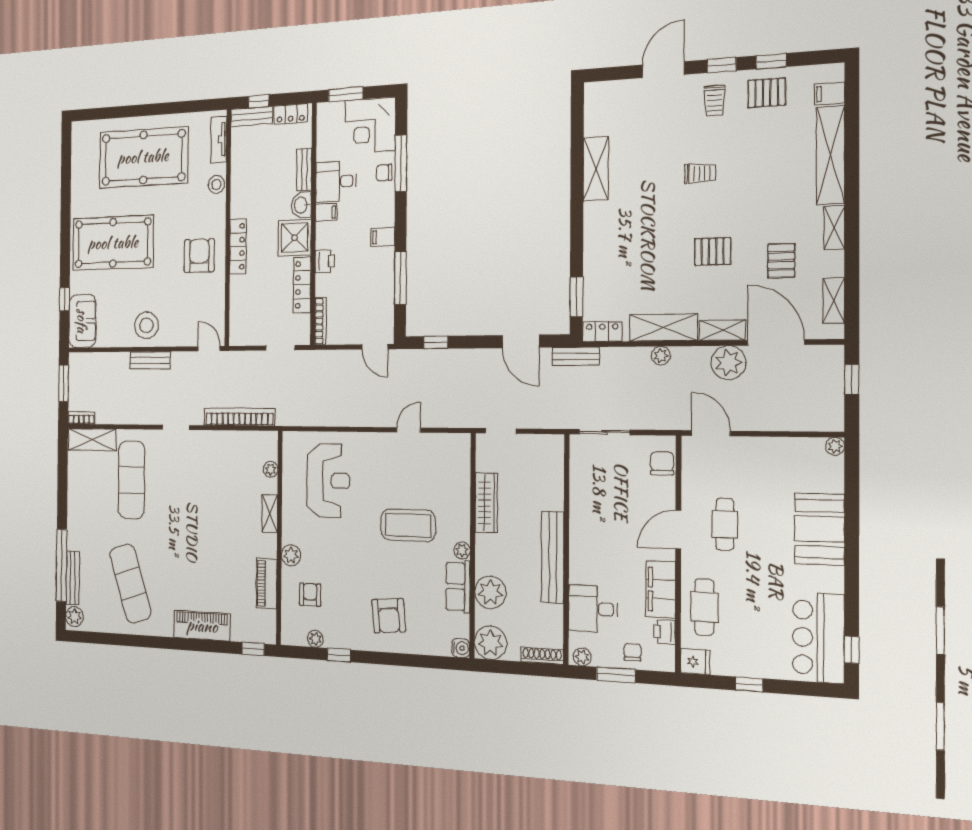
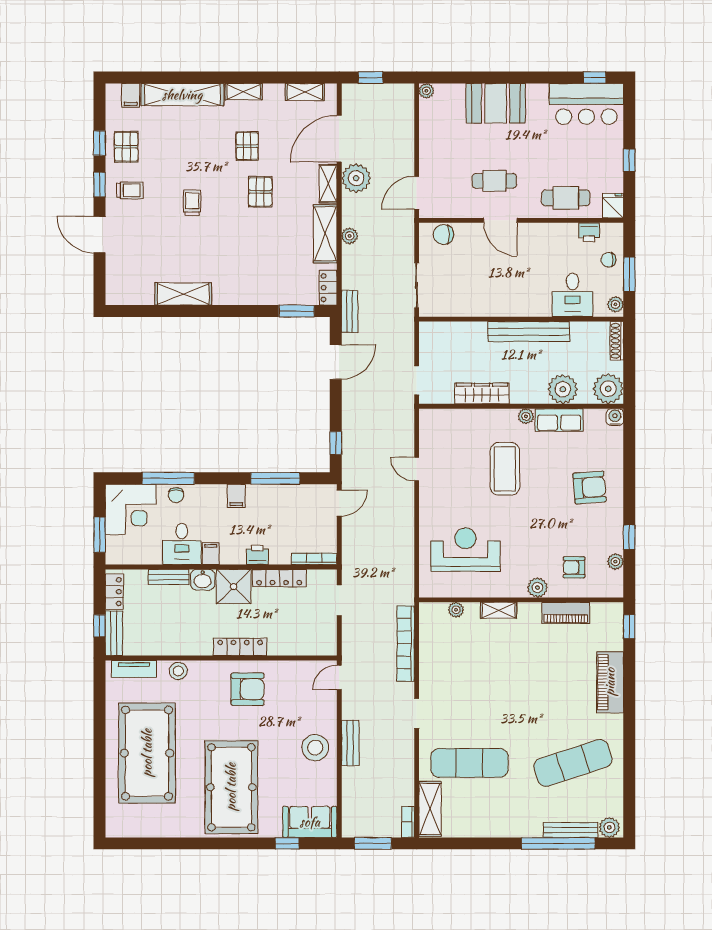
armchair: (199, 256) -> (248, 689), turned 180
pallet: (781, 261) -> (247, 146), moved, turned 90
filing cabinet: (661, 589) -> (553, 235), removed

